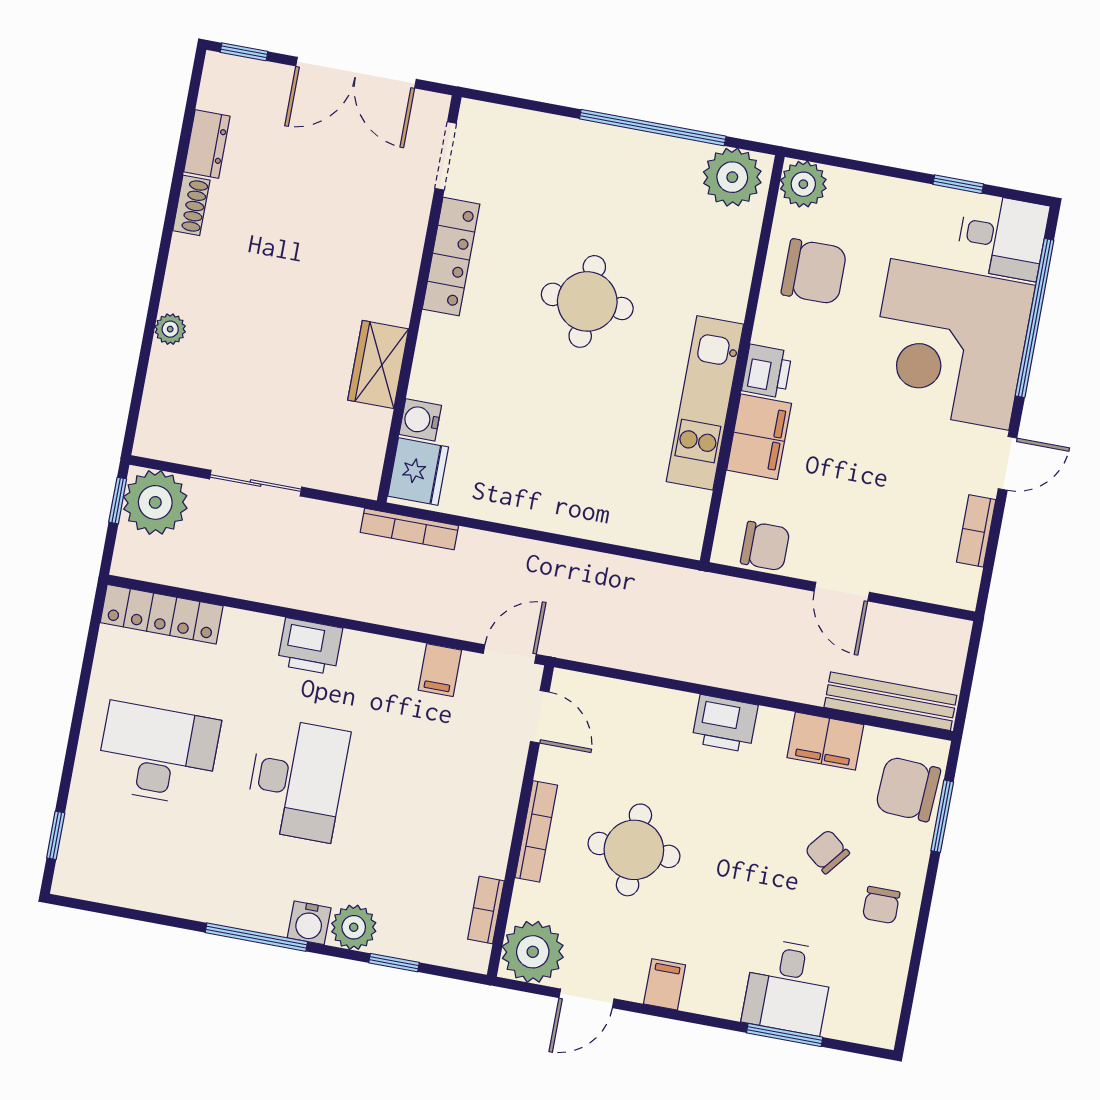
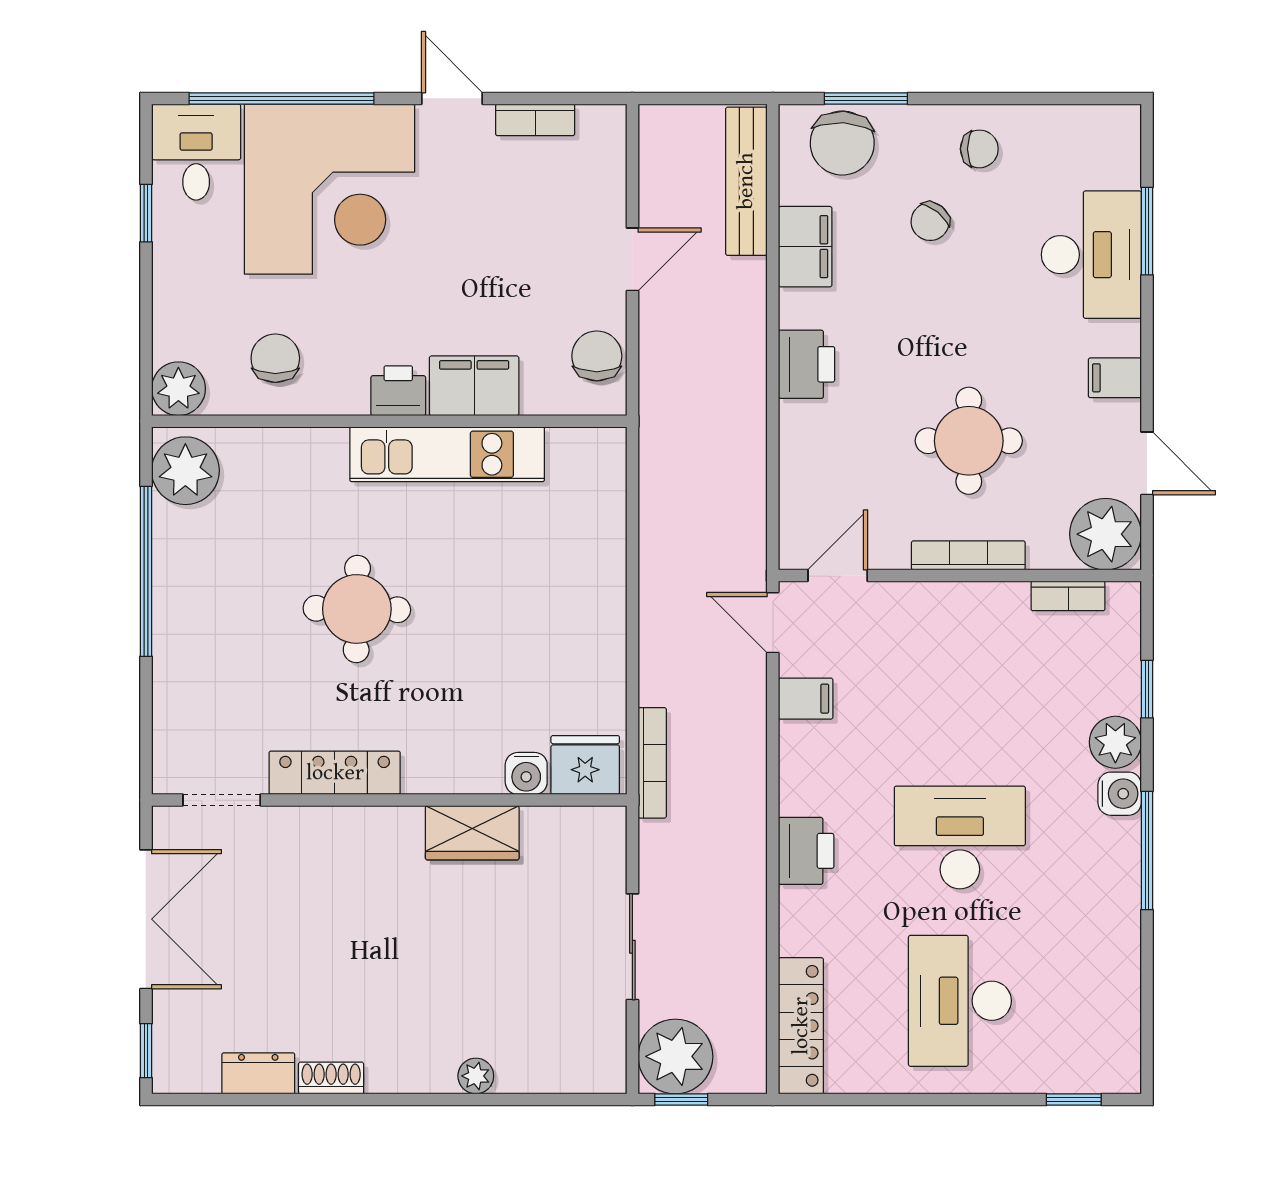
chair: (814, 272) -> (275, 358), width x0.73, depth x0.73
desk: (788, 987) -> (1091, 255), width x1.37

